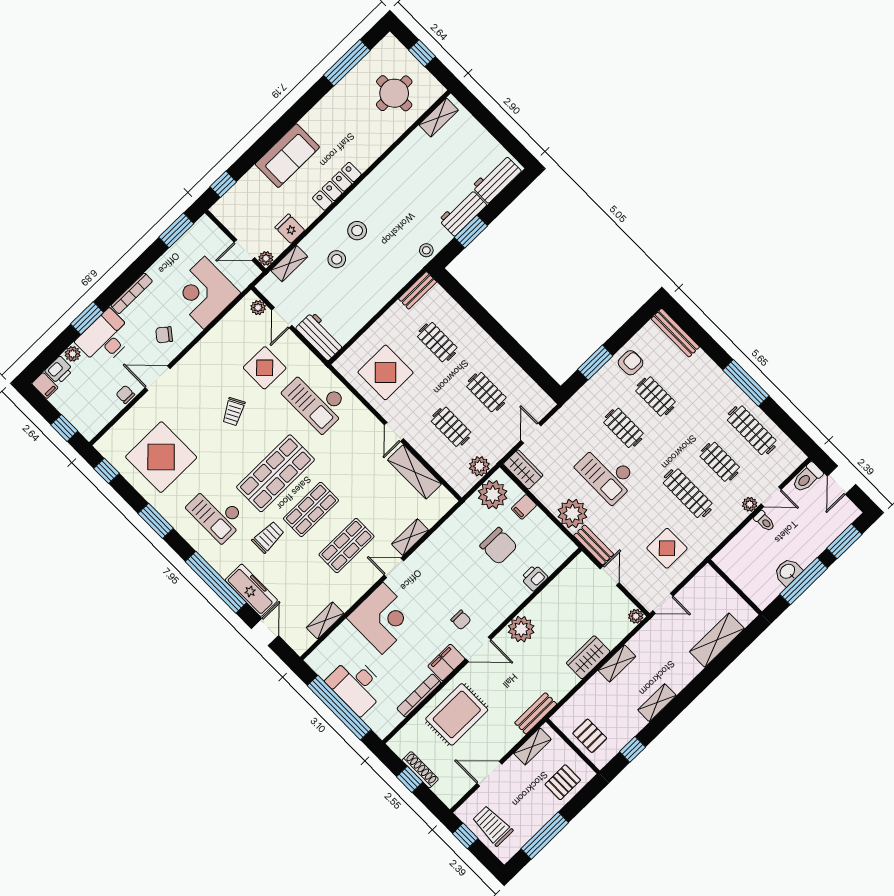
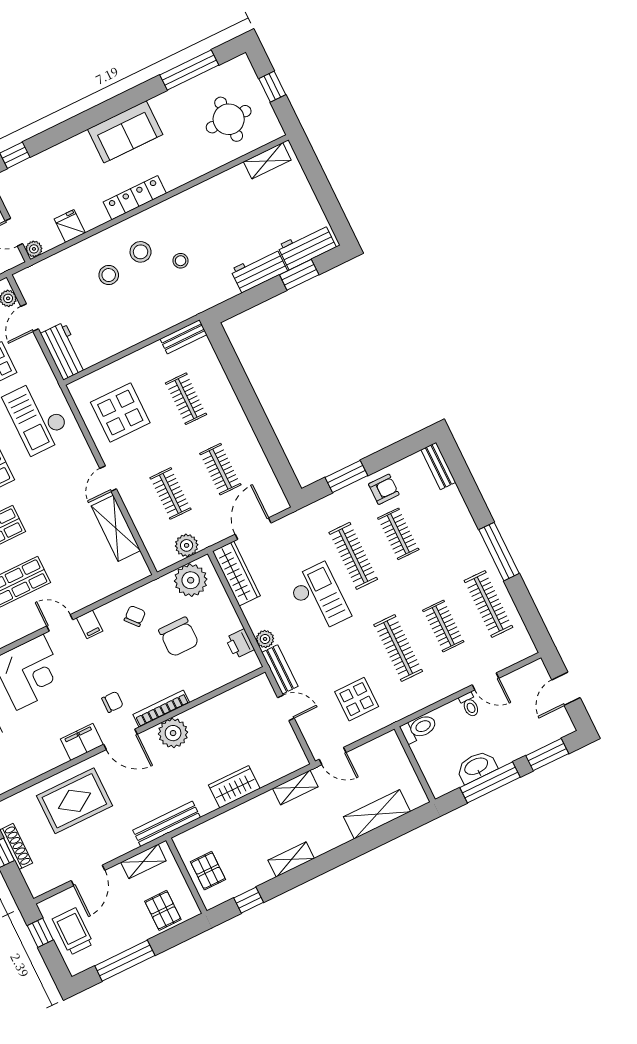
sofa: (287, 156) -> (125, 132), moved
window: (471, 232) -> (299, 275), moved
stool: (426, 250) -> (181, 261), moved
shelving: (289, 264) -> (57, 263), removed
bench: (675, 333) -> (438, 466), width x0.73
clothes rail: (623, 428) -> (353, 556), width x1.36
door: (531, 433) -> (253, 529), width x1.38
wardrobe: (523, 469) -> (236, 574), width x1.50
checkout: (606, 473) -> (319, 598), turned 180
toilet: (807, 478) -> (419, 728), moved, turned 180
plant: (750, 504) -> (460, 682), removed
filing cabinet: (524, 507) -> (90, 624), moved, turned -90
plant: (572, 513) -> (265, 639), width x0.53, depth x0.53
shelving: (410, 537) -> (88, 596), removed
chair: (456, 541) -> (135, 616), added
washbasin: (788, 572) -> (476, 767), width x1.38
door: (610, 576) -> (286, 708), hinge flipped
printer: (534, 578) -> (240, 644), moved, turned -90
plant: (636, 616) -> (299, 760), removed
chair: (461, 620) -> (112, 702), turned -90
shelving: (617, 663) -> (295, 788), moved
bookcase: (419, 696) -> (161, 709), moved
bench: (536, 713) -> (167, 824), width x1.36
door: (489, 774) -> (88, 875), swing flipped
pallet: (563, 782) -> (163, 910), turned 90

